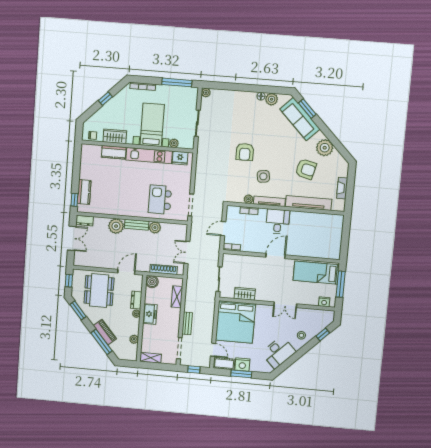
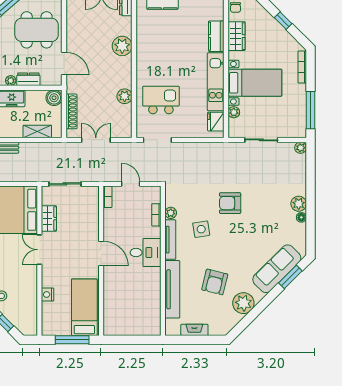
plant: (272, 99) -> (299, 204), moved
bench: (137, 225) -> (126, 72), removed
nightstand: (324, 302) -> (48, 295), moved
double door: (285, 305) -> (39, 250), moved

